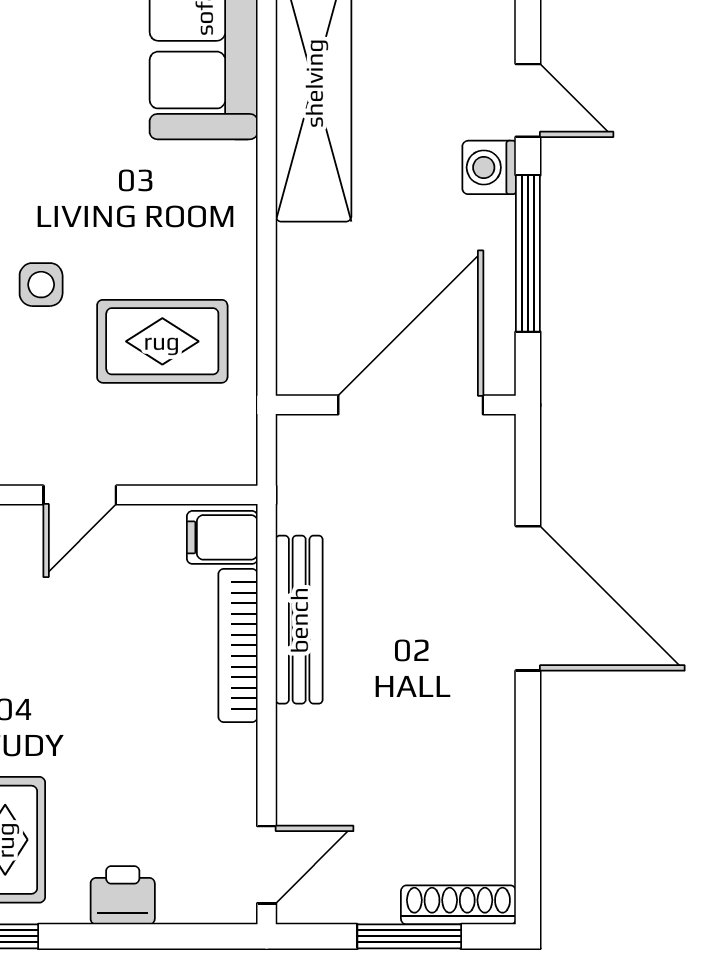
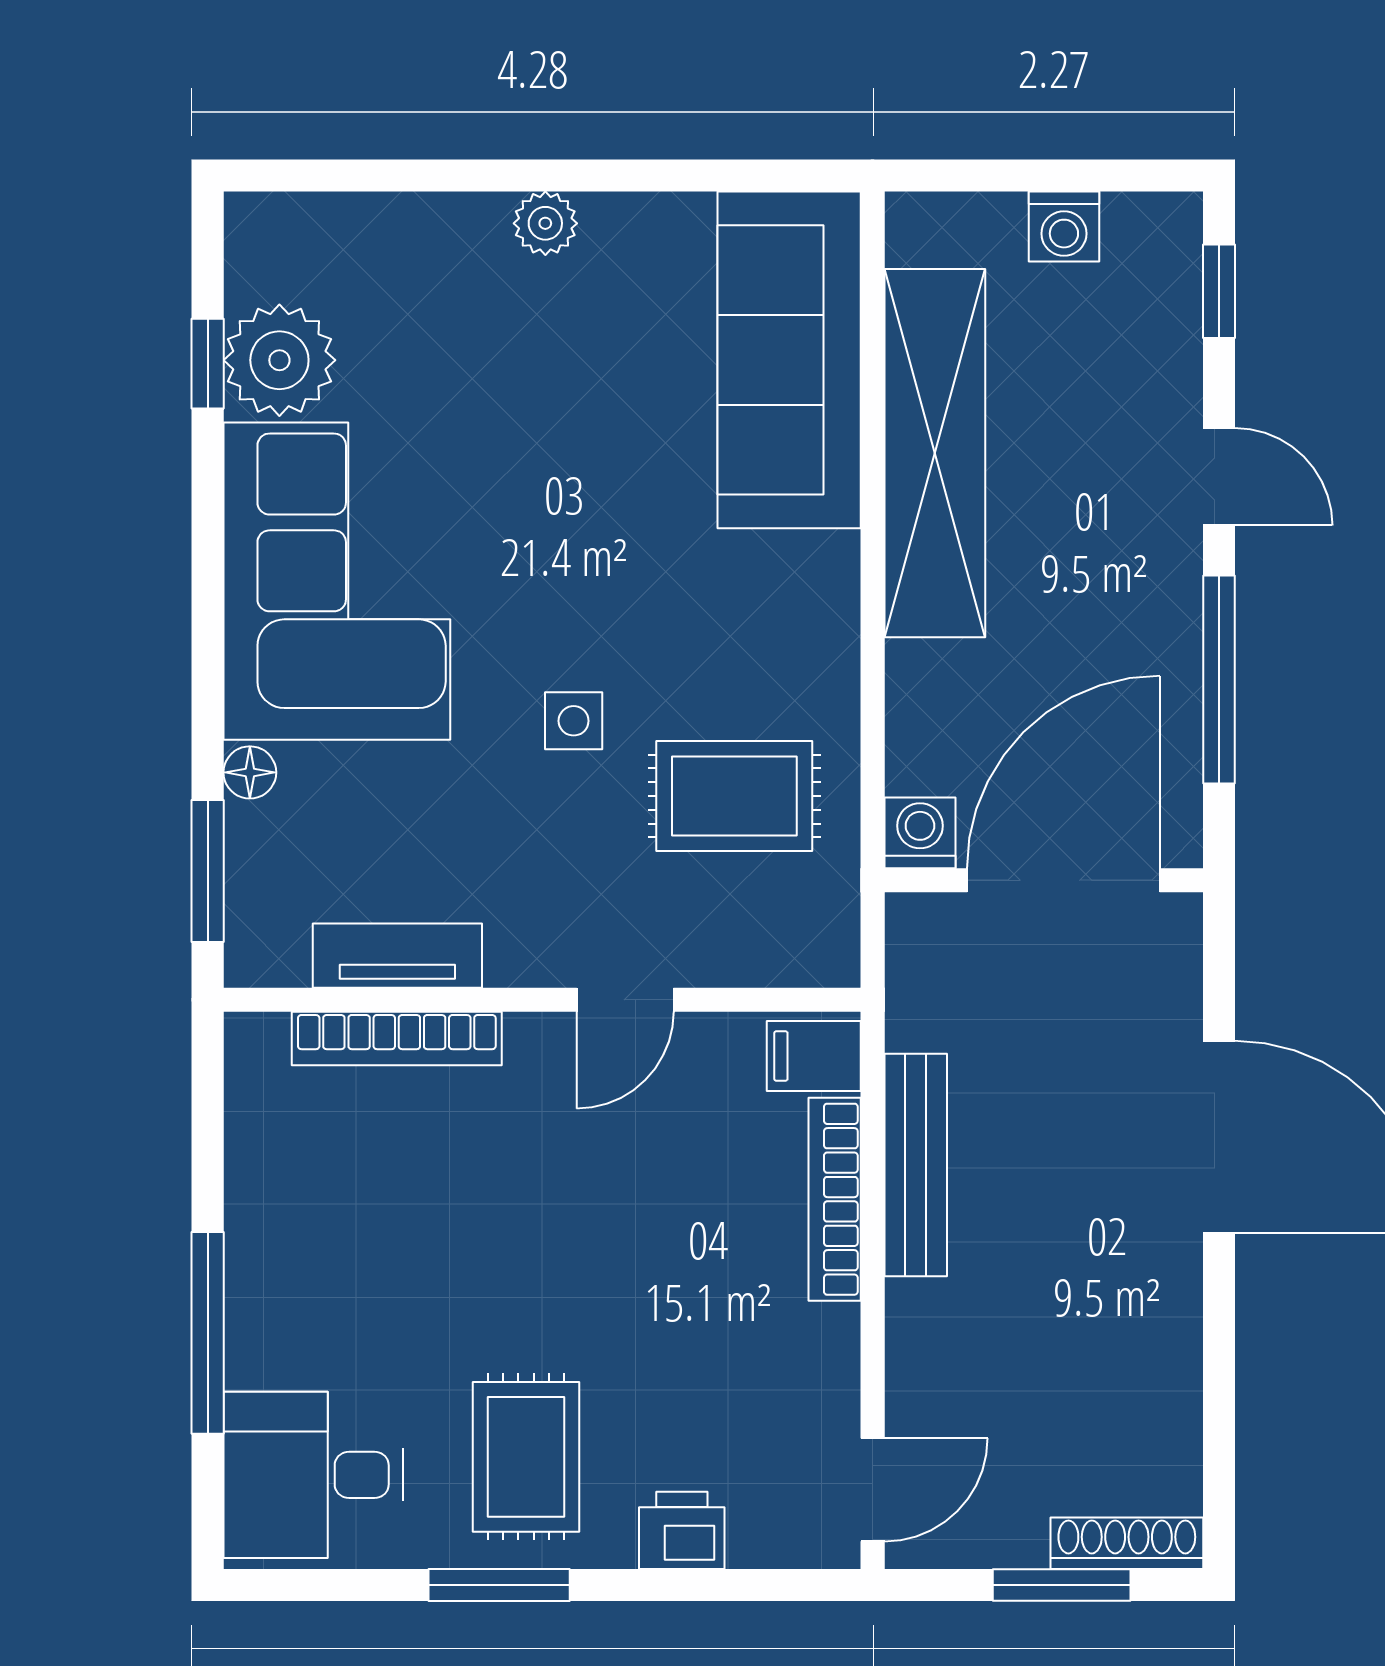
washing machine: (489, 167) -> (920, 833), moved, turned 90

